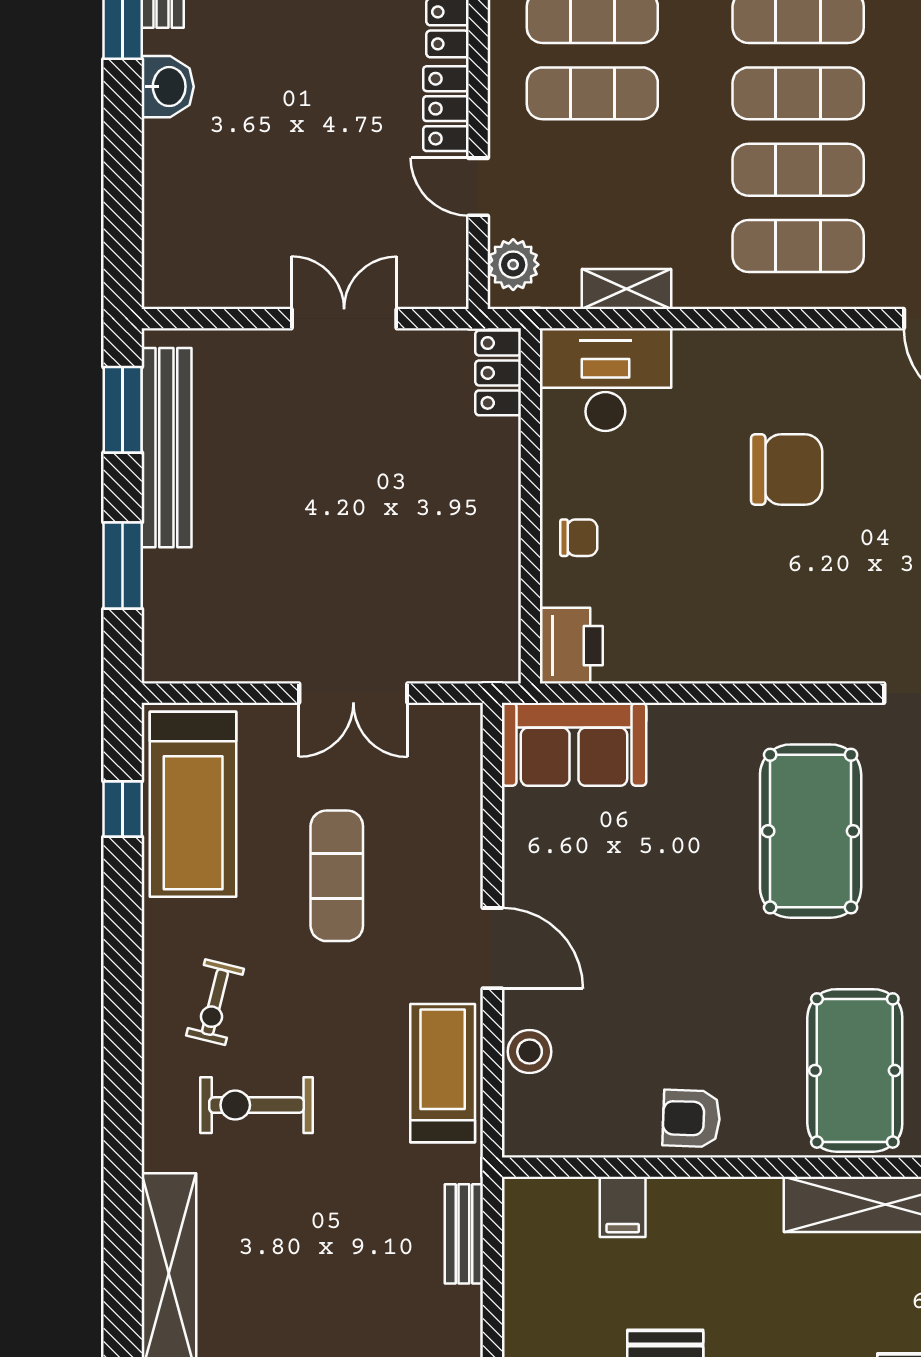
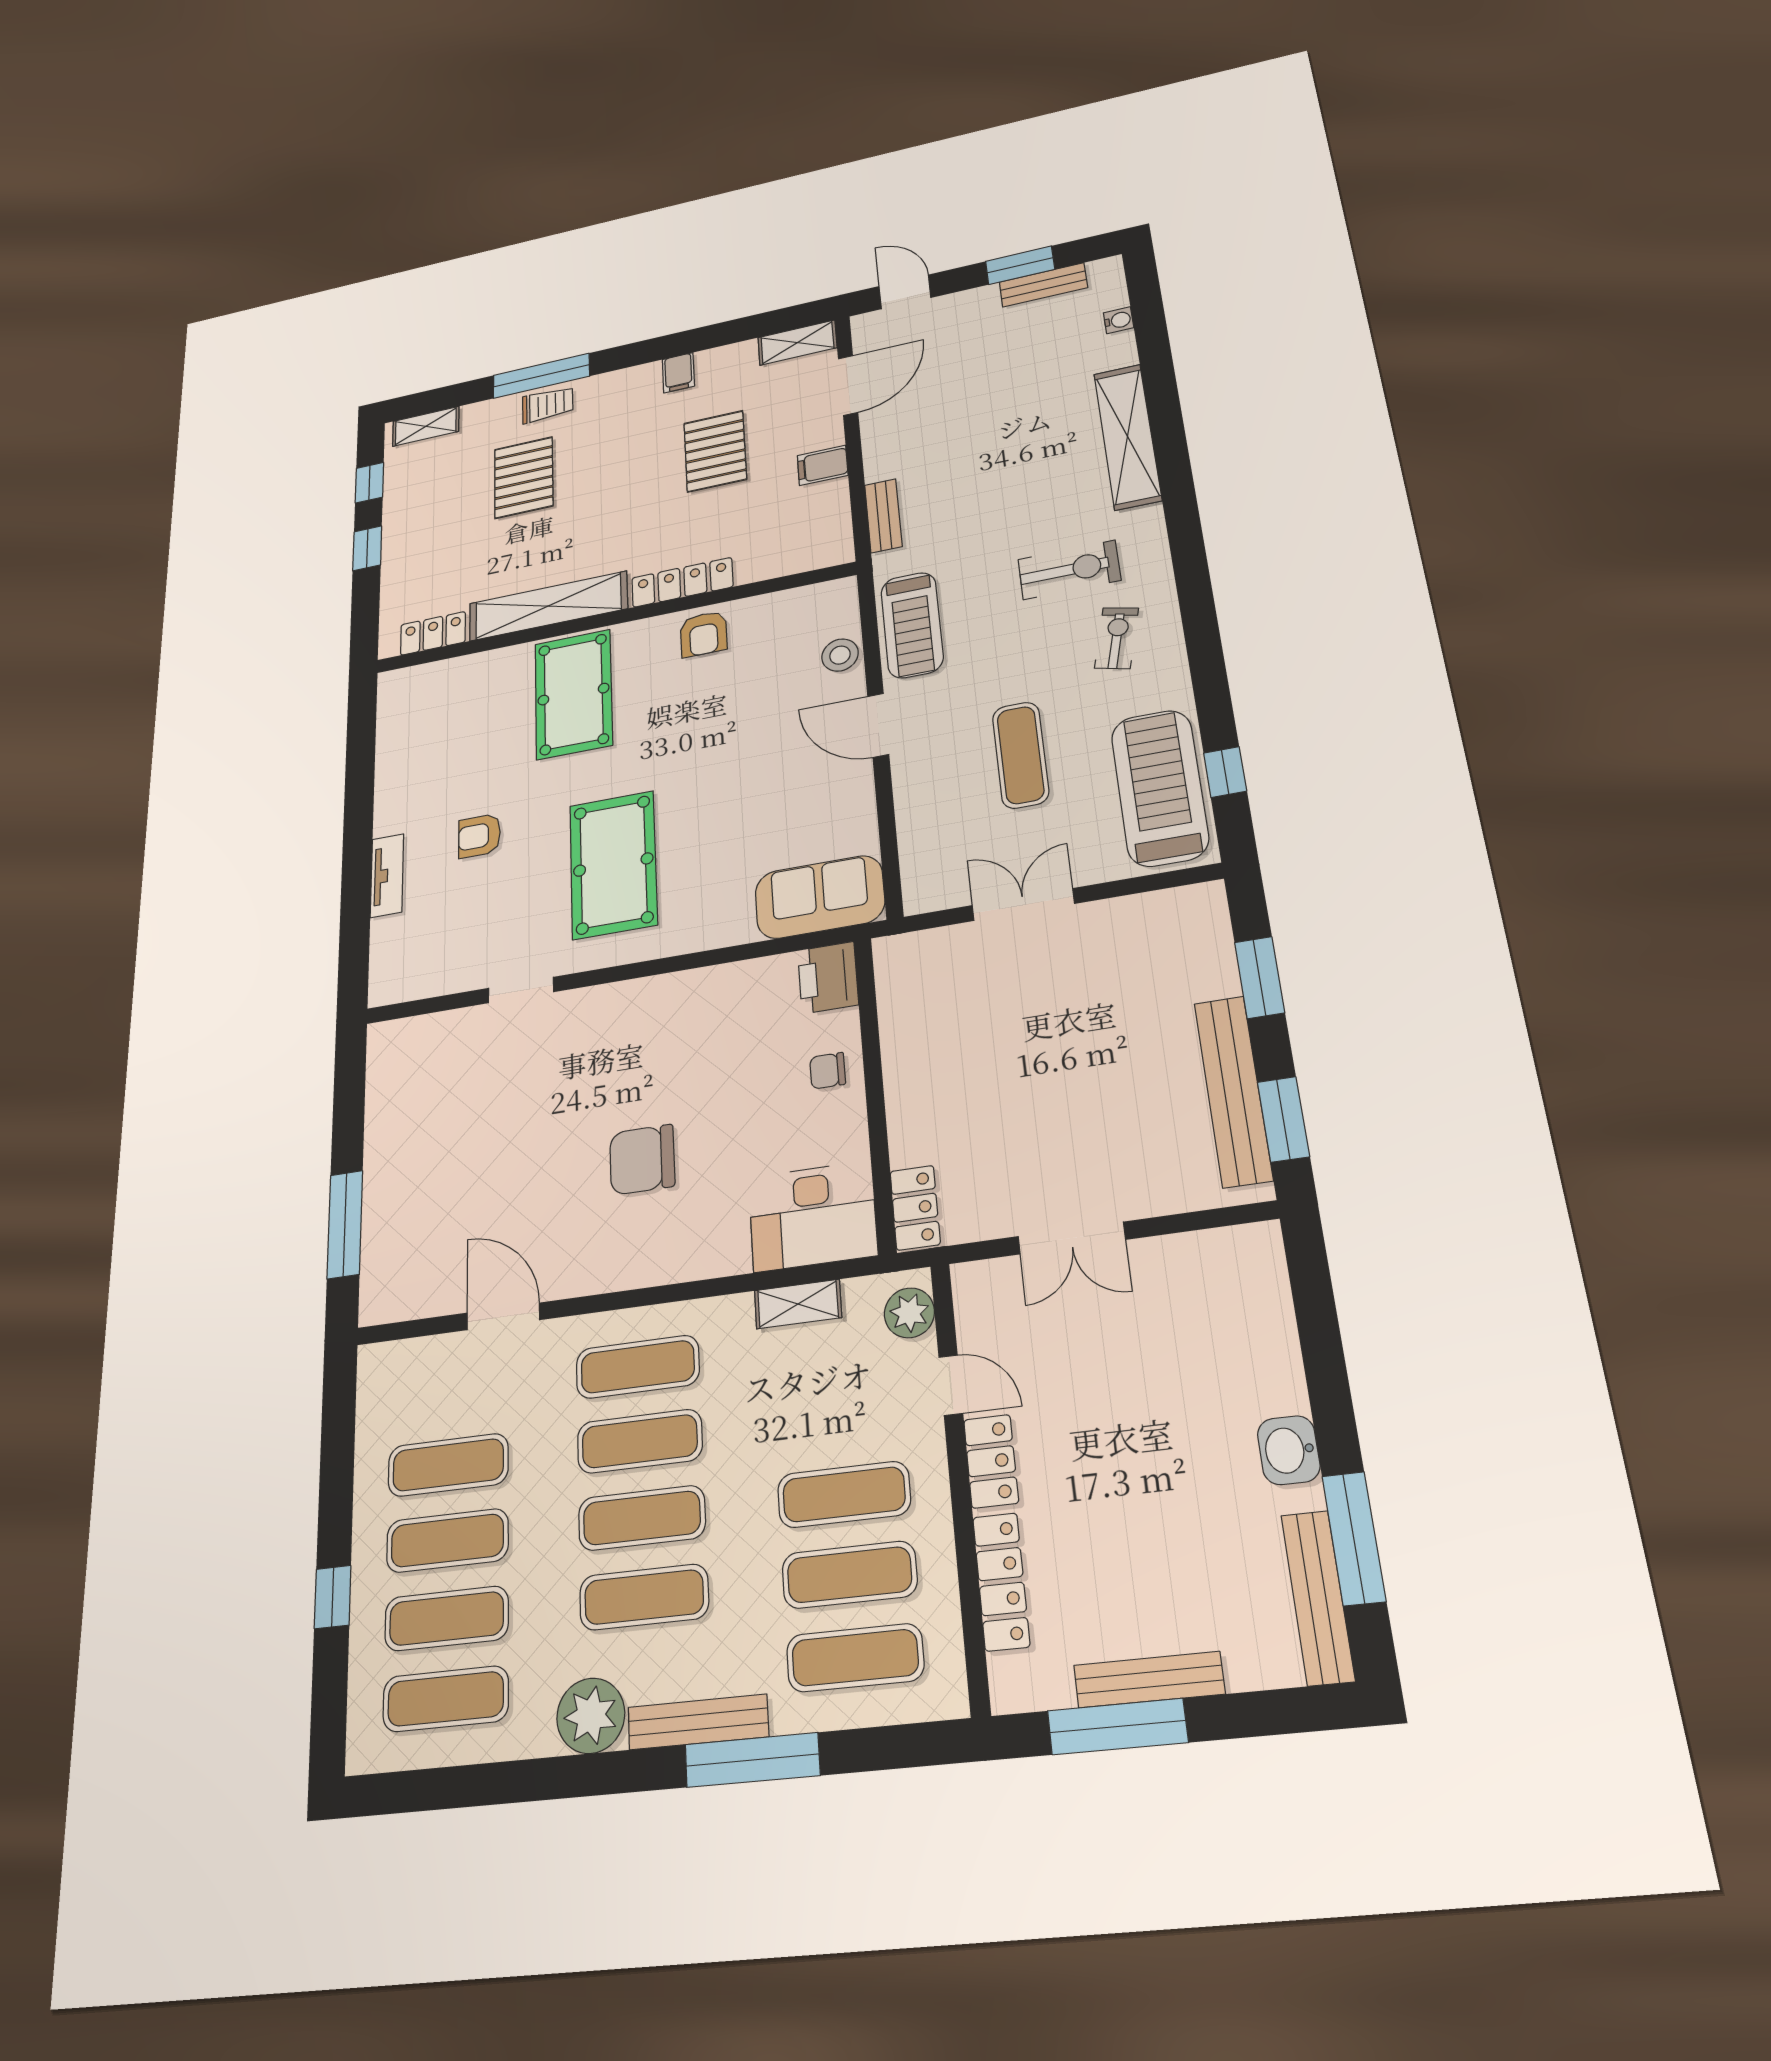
armchair: (691, 1118) -> (704, 634), turned 88
locker: (715, 1198) -> (682, 582), added
filing cabinet: (623, 1207) -> (823, 465), moved, turned -90

